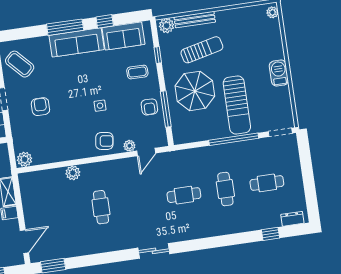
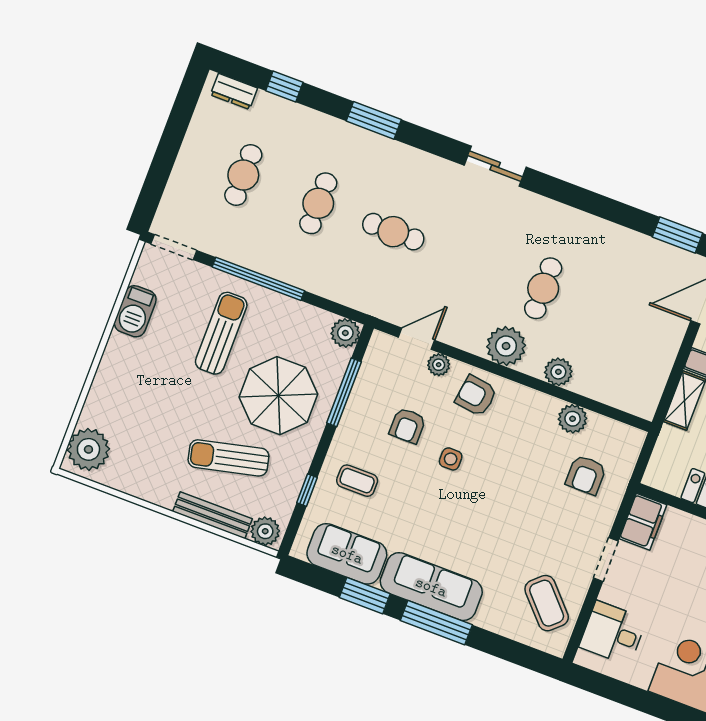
plant: (272, 12) -> (88, 449), width x1.88, depth x1.88
window: (105, 21) -> (365, 596), width x1.50
barbecue: (279, 73) -> (135, 311), moved
sun lounger: (237, 105) -> (221, 333), width x0.73, depth x0.75
armchair: (40, 107) -> (586, 475), moved
armchair: (149, 107) -> (408, 426), moved, turned 180
plant: (180, 137) -> (345, 333), added
plant: (25, 159) -> (573, 419), moved
plant: (103, 171) -> (506, 346), added
cafe table: (267, 183) -> (243, 175), turned 90
window: (221, 241) -> (374, 120), added

